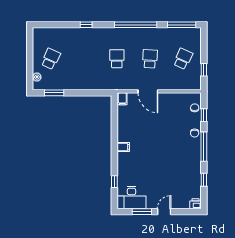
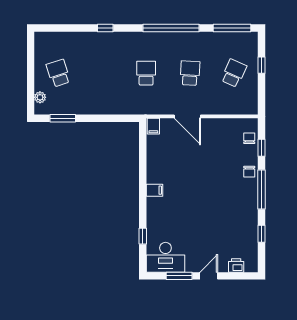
school desk: (51, 59) -> (58, 73), turned -42
window: (204, 70) -> (261, 65), moved
printer: (196, 204) -> (236, 266), moved

